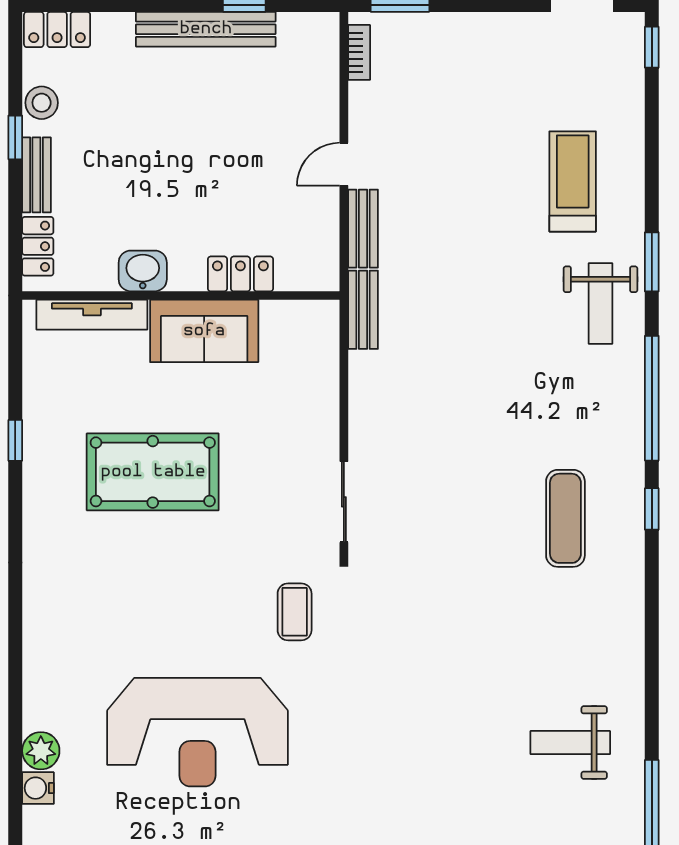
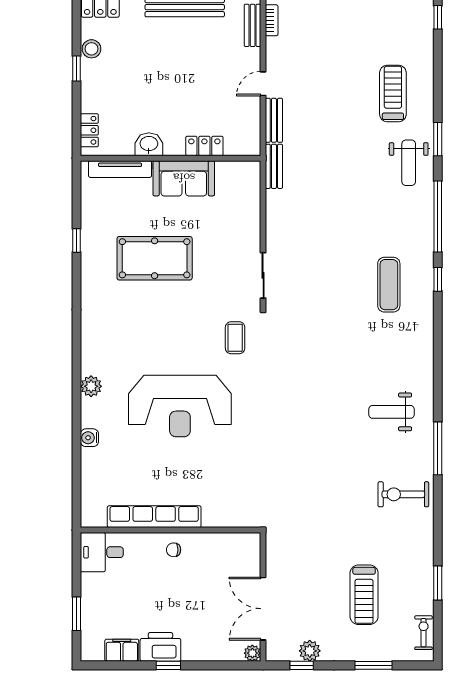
bench: (36, 175) -> (253, 25), moved
plant: (41, 751) -> (91, 386), moved

